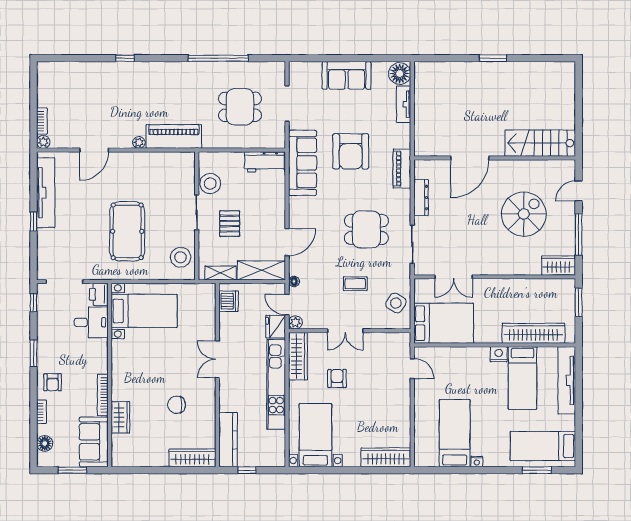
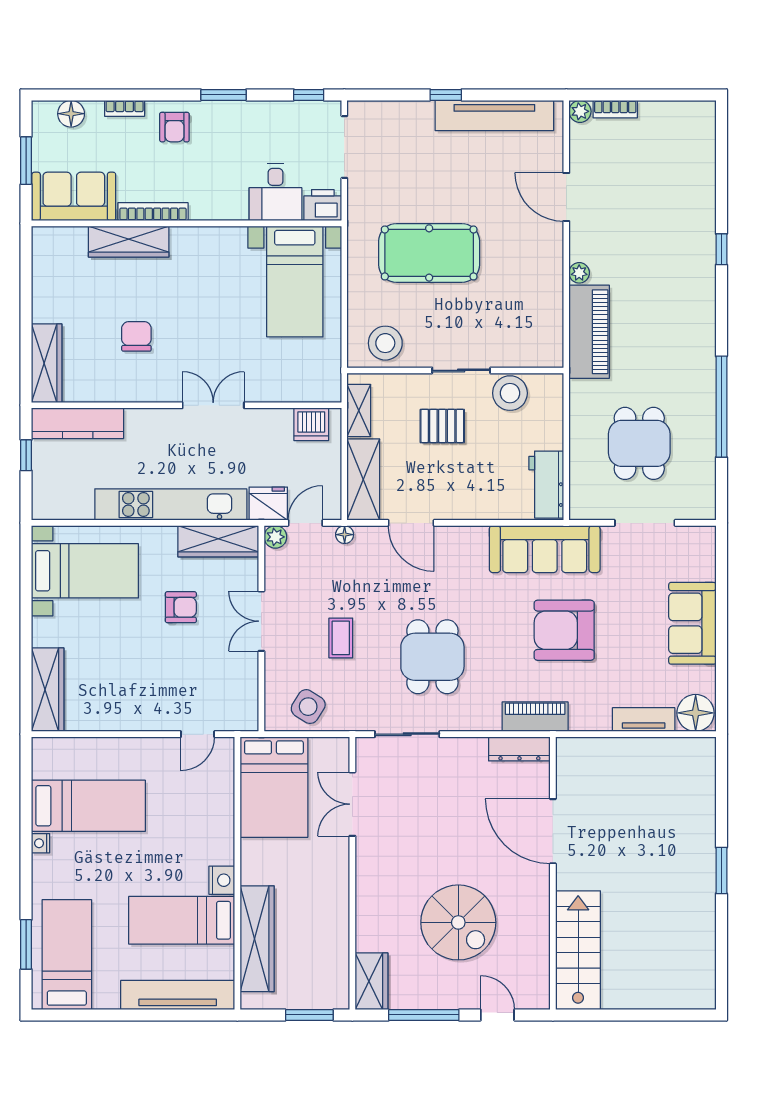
dresser: (421, 198) -> (519, 749), moved
armchair: (53, 382) -> (174, 127), turned -90
wardrobe: (120, 417) -> (129, 242), width x1.50

